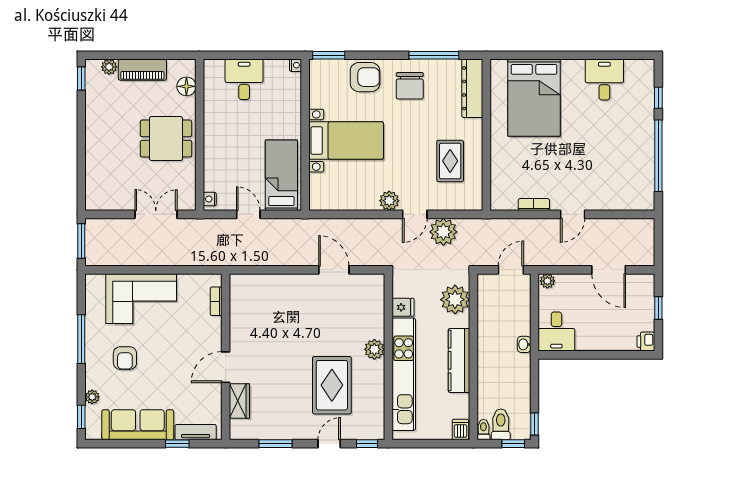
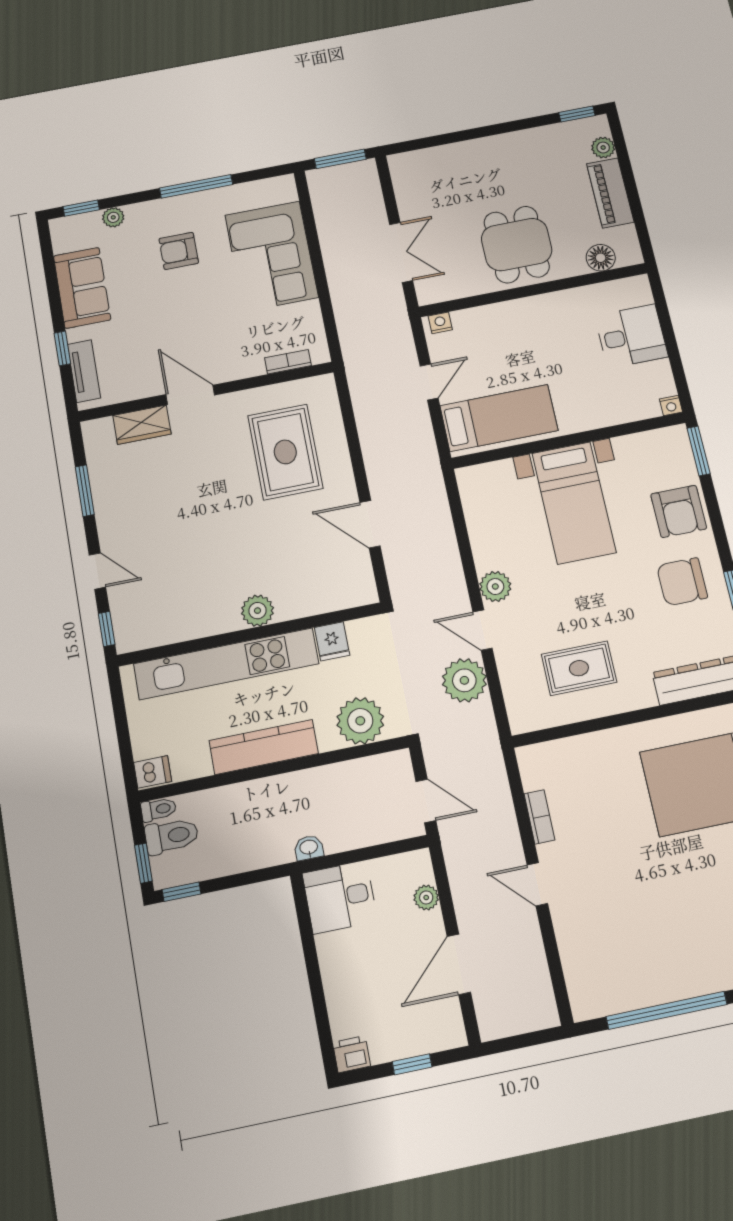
door: (334, 270) -> (370, 524), swing flipped
plant: (547, 281) -> (426, 897), moved
rug: (332, 385) -> (285, 452), moved, turned 90
sofa: (138, 425) -> (82, 288), width x0.73

